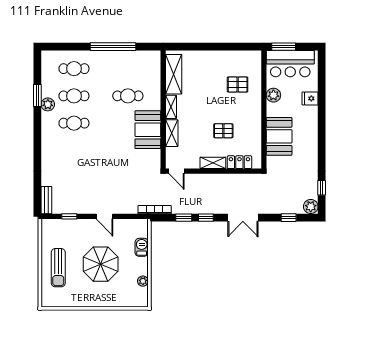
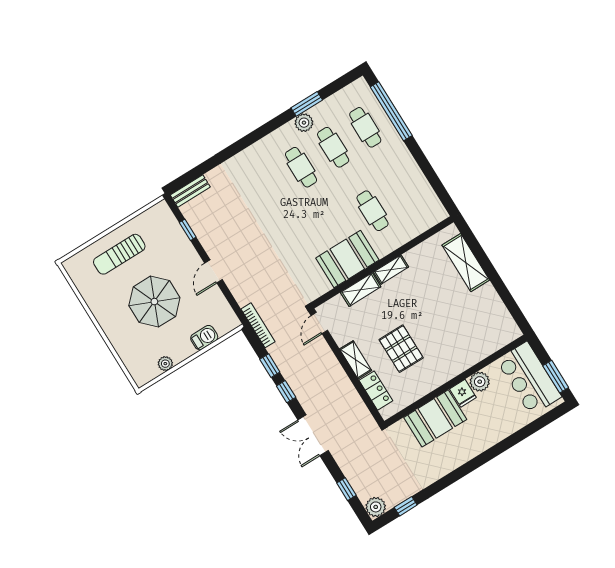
window: (113, 47) -> (391, 111), moved
window: (284, 47) -> (556, 377), moved
shelving: (174, 74) -> (466, 263), moved, turned 90
pallet: (238, 85) -> (466, 332), removed
fridge: (310, 98) -> (463, 393), moved, turned 180
pallet: (223, 131) -> (401, 349), width x1.50, depth x1.42

